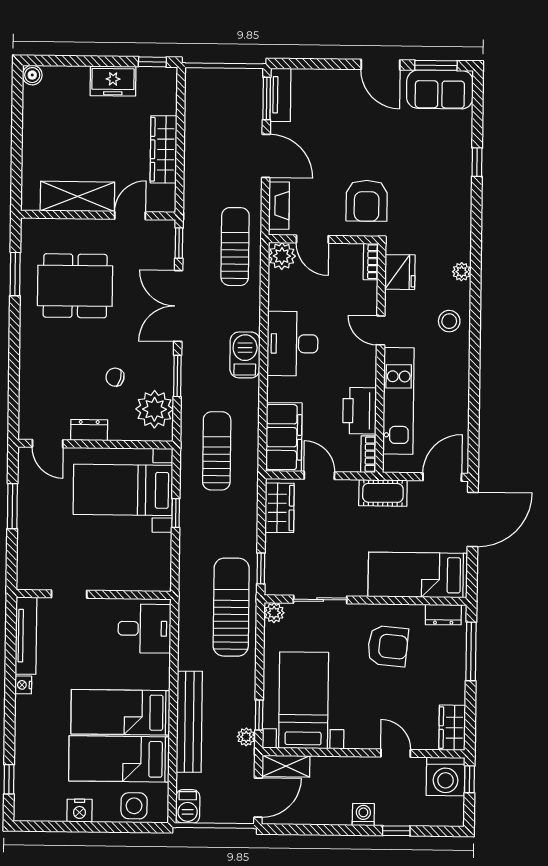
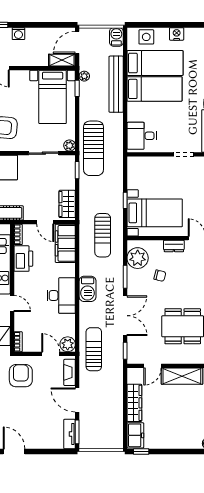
freezer: (113, 81) -> (135, 435), moved, turned 90
sun lounger: (235, 247) -> (94, 349), turned 180

